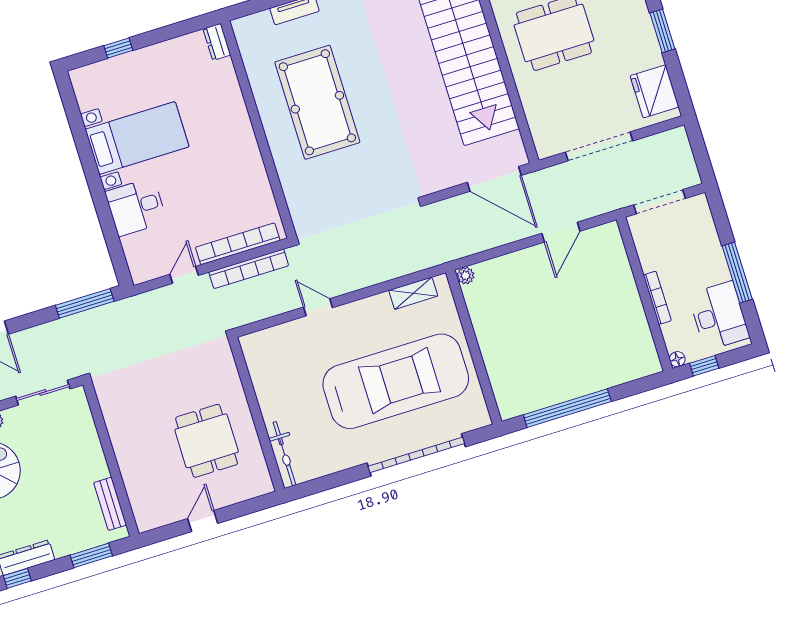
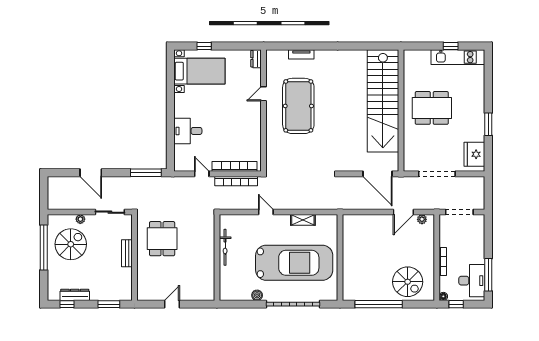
door: (249, 100) -> (264, 94), added
bed with nightstands: (137, 138) -> (199, 71), moved
window: (737, 273) -> (488, 275), moved
door: (184, 275) -> (202, 174), hinge flipped
plant: (465, 276) -> (422, 219), moved
shelving: (413, 293) -> (303, 220), moved
spiral stairs: (606, 353) -> (408, 282), added
dining table: (207, 441) -> (162, 239), moved
bicycle: (284, 454) -> (225, 247), moved
boiler: (348, 459) -> (257, 295), added
bench: (110, 504) -> (127, 253), moved

